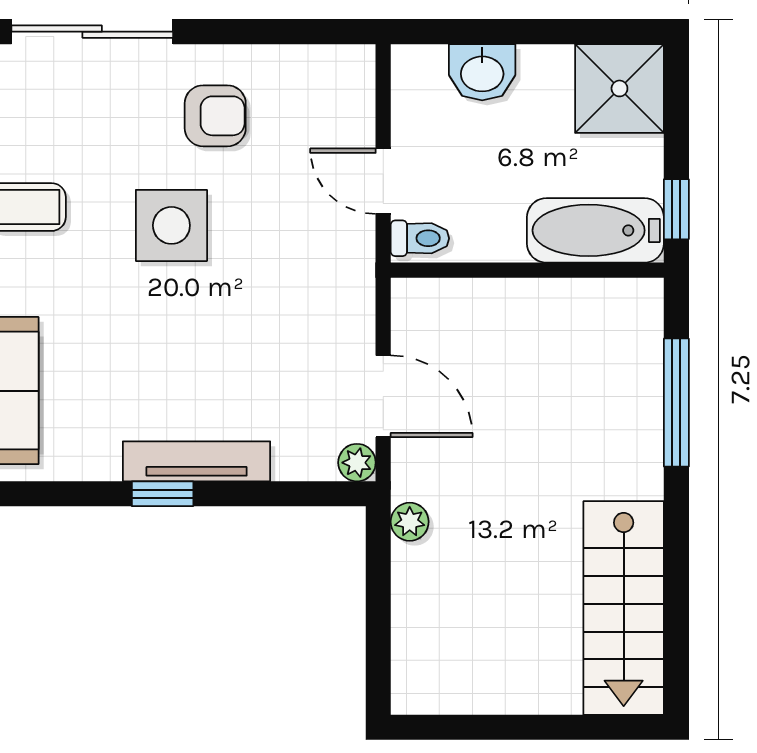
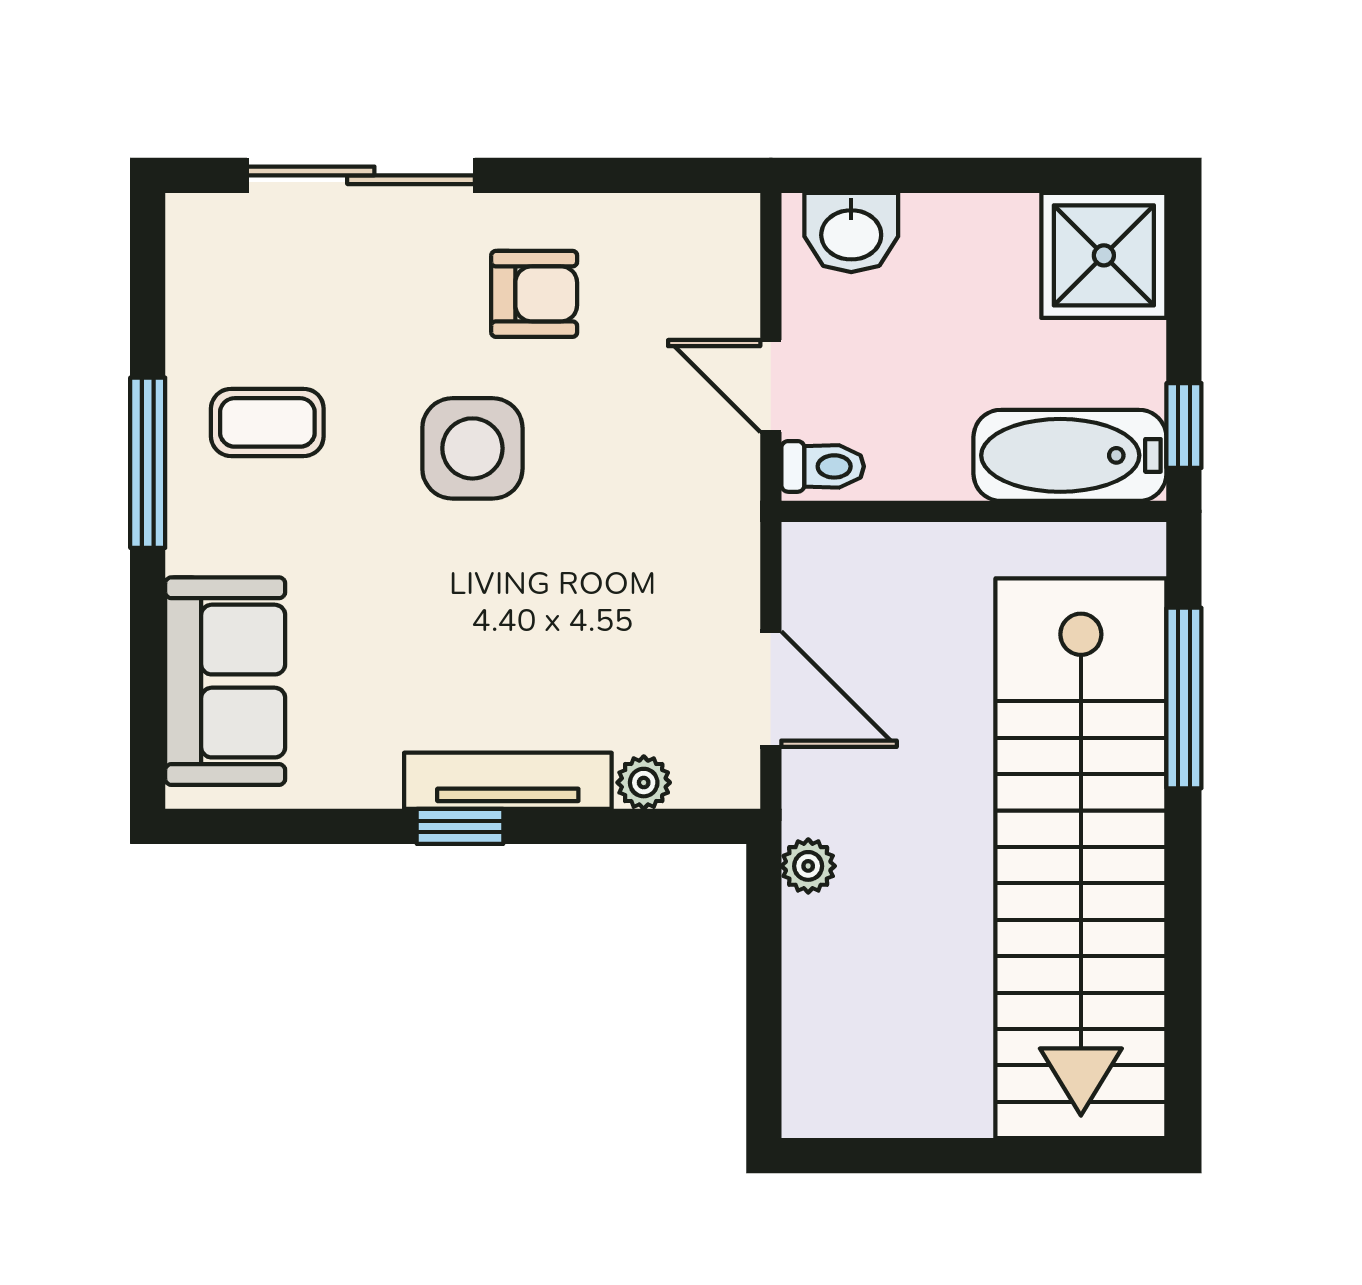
washbasin: (482, 72) -> (851, 232), moved
plant: (357, 463) -> (644, 783), moved
stairs: (624, 608) -> (1081, 858), width x1.86, depth x1.51

